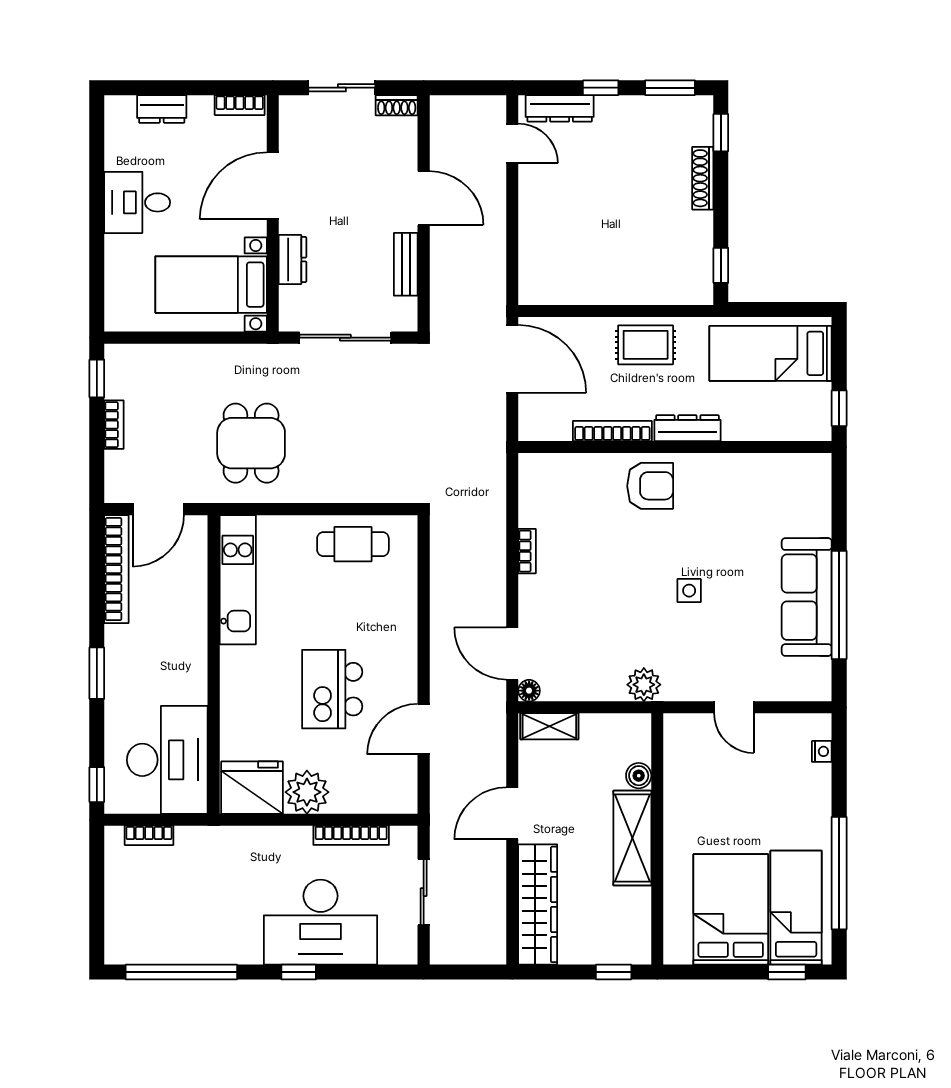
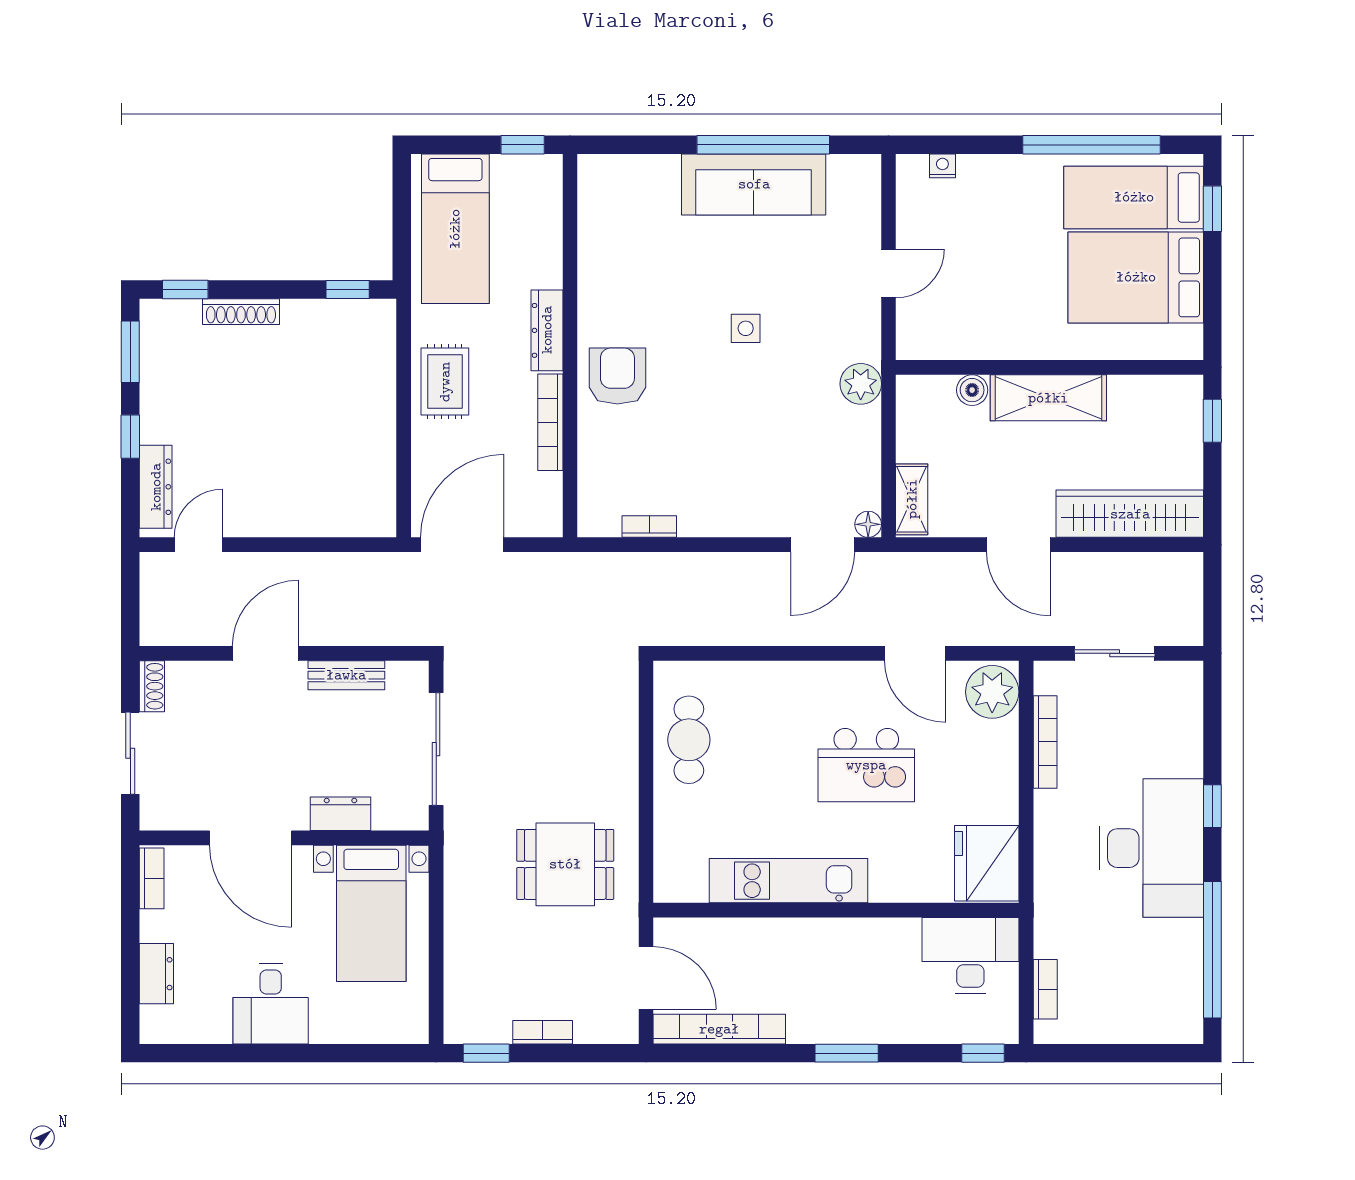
bookcase: (527, 551) -> (649, 527), moved
kitchen unit: (238, 580) -> (788, 881), moved
desk: (167, 760) -> (970, 955), width x0.73, depth x0.77
plant: (307, 792) -> (992, 692), moved
desk: (321, 922) -> (1151, 848), moved

